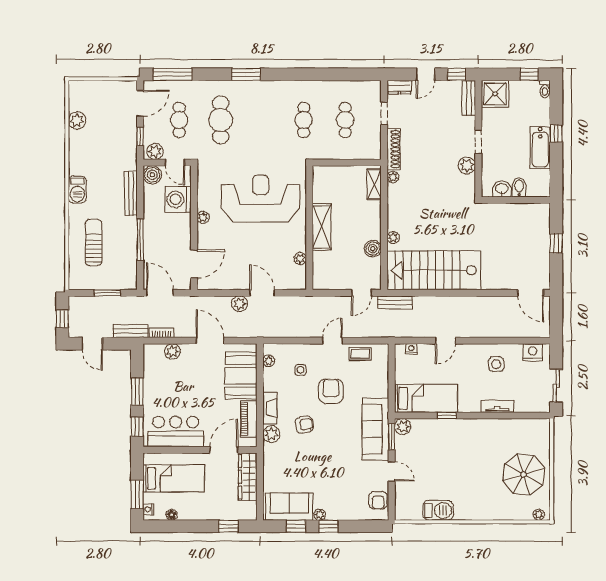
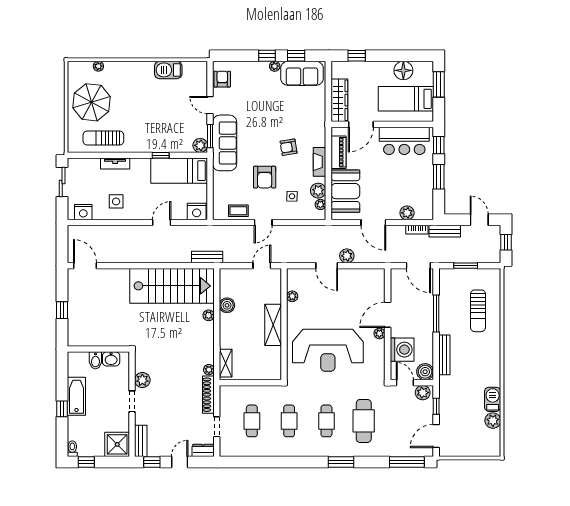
cafe table: (179, 120) -> (326, 421), moved
barbecue: (77, 190) -> (493, 399), moved
door: (194, 264) -> (388, 315), moved
door: (362, 293) -> (262, 266), moved
nightstand: (411, 349) -> (197, 212), width x1.89, depth x1.79
plant: (271, 434) -> (318, 191), moved
sun lounger: (510, 435) -> (103, 138), added
nightstand: (148, 509) -> (429, 71), removed
floor lamp: (172, 515) -> (403, 70), width x1.89, depth x1.89
plant: (539, 515) -> (98, 66), moved

